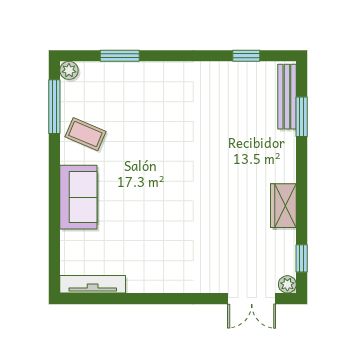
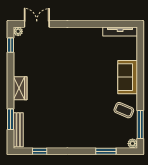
wardrobe: (283, 206) -> (20, 88), moved

